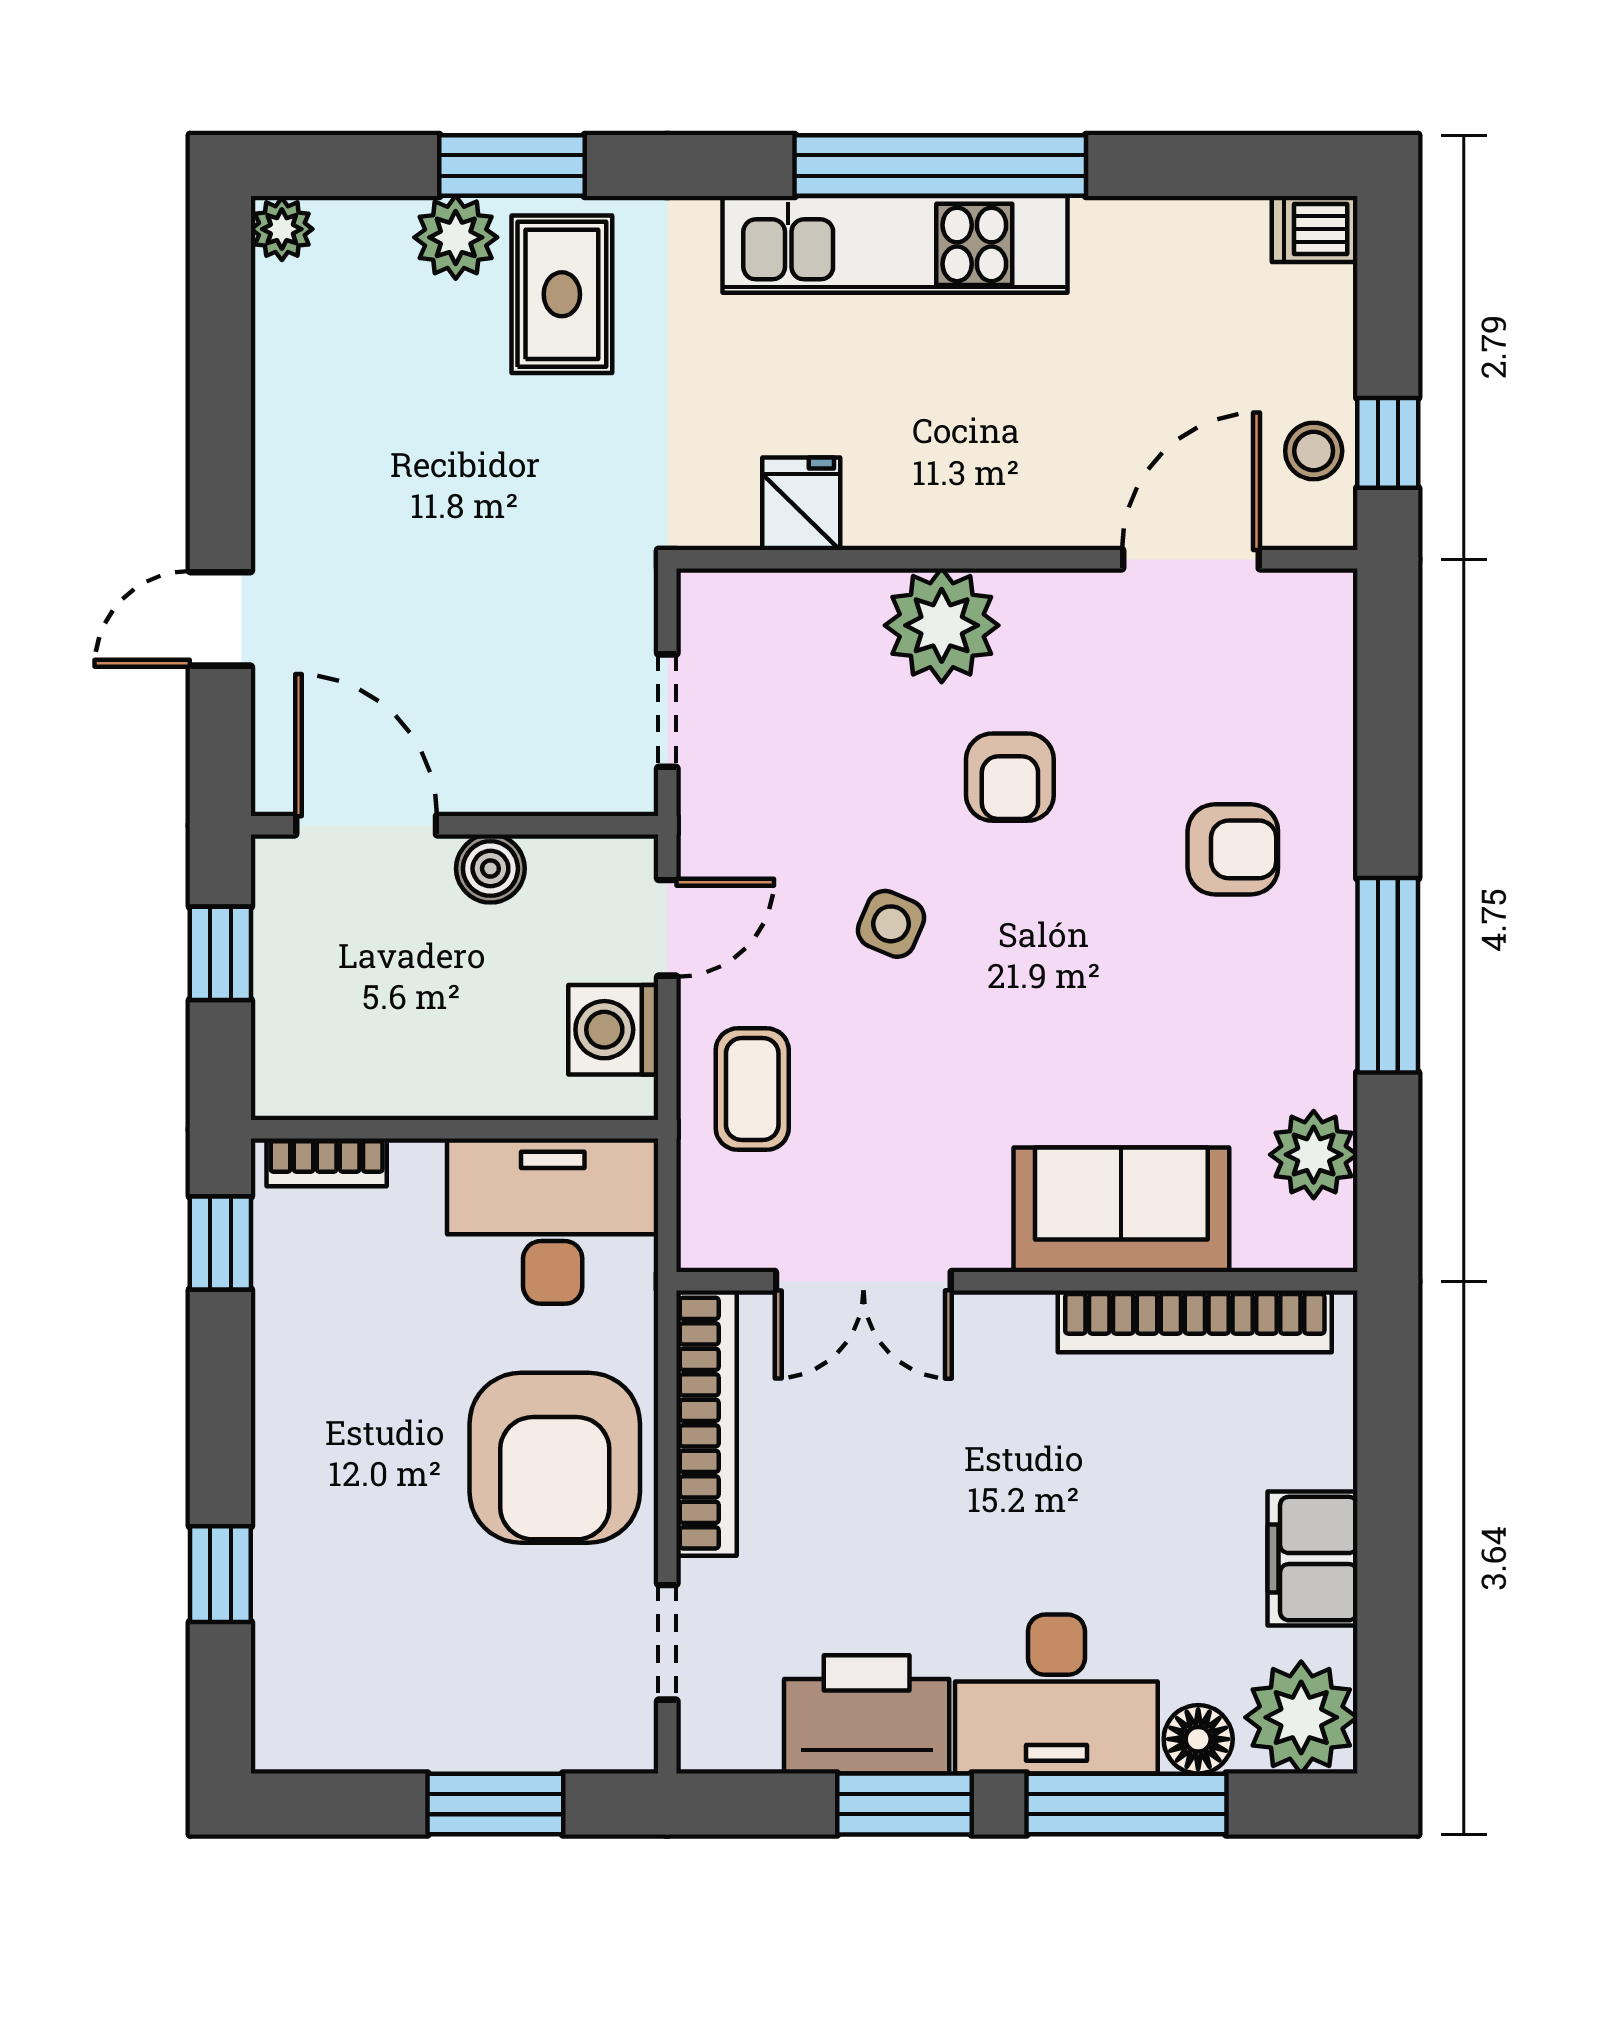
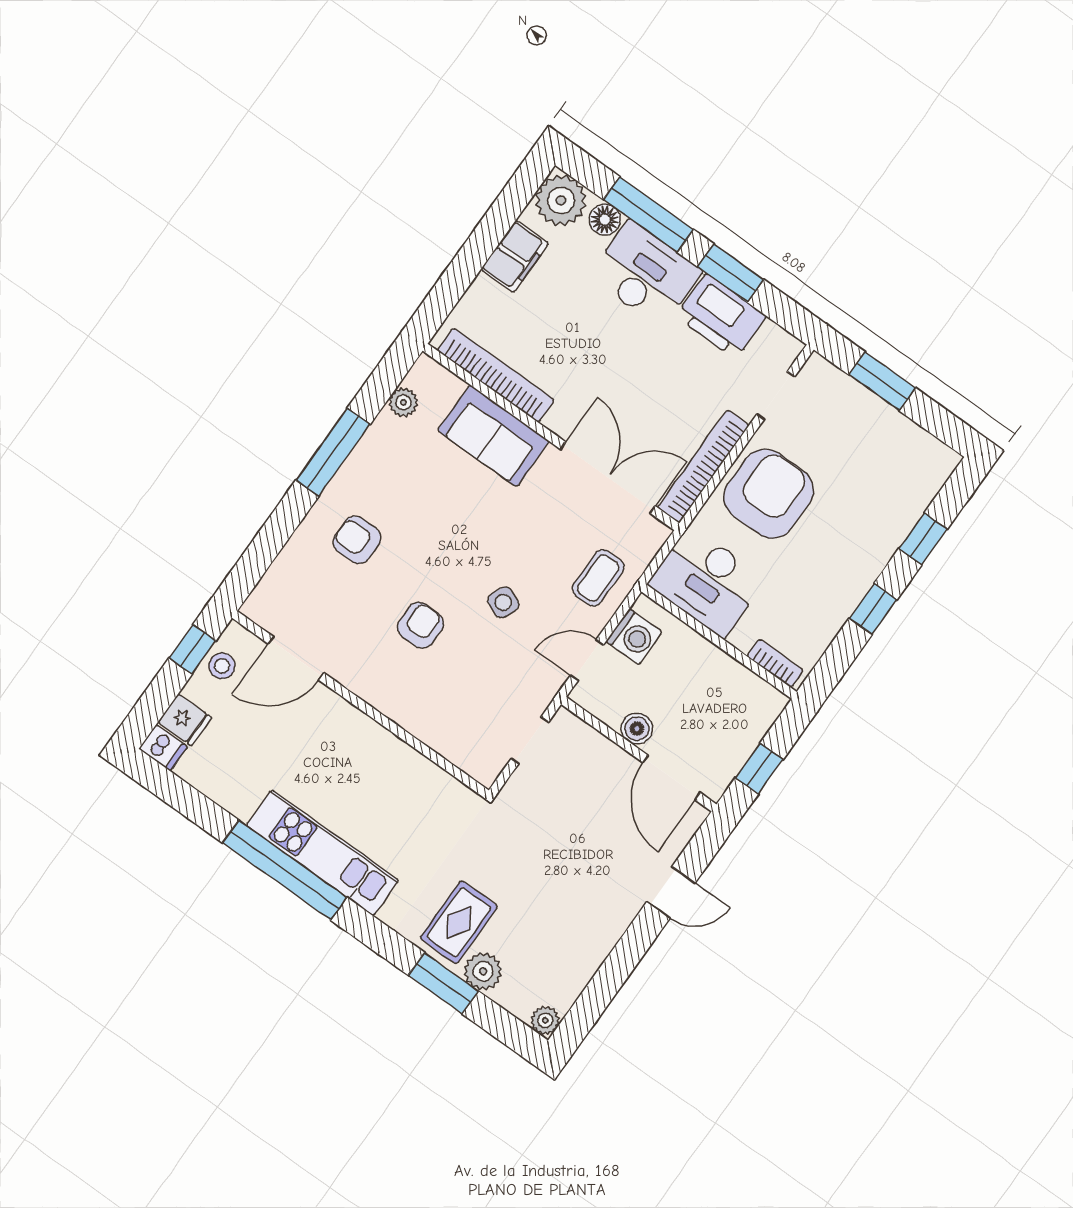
fridge: (801, 504) -> (185, 720), moved, turned -90
plant: (942, 625) -> (406, 700), removed
plant: (1314, 1155) -> (403, 402), width x0.73, depth x0.73
window: (220, 1243) -> (873, 609), moved
double door: (863, 1281) -> (608, 478), width x1.37

